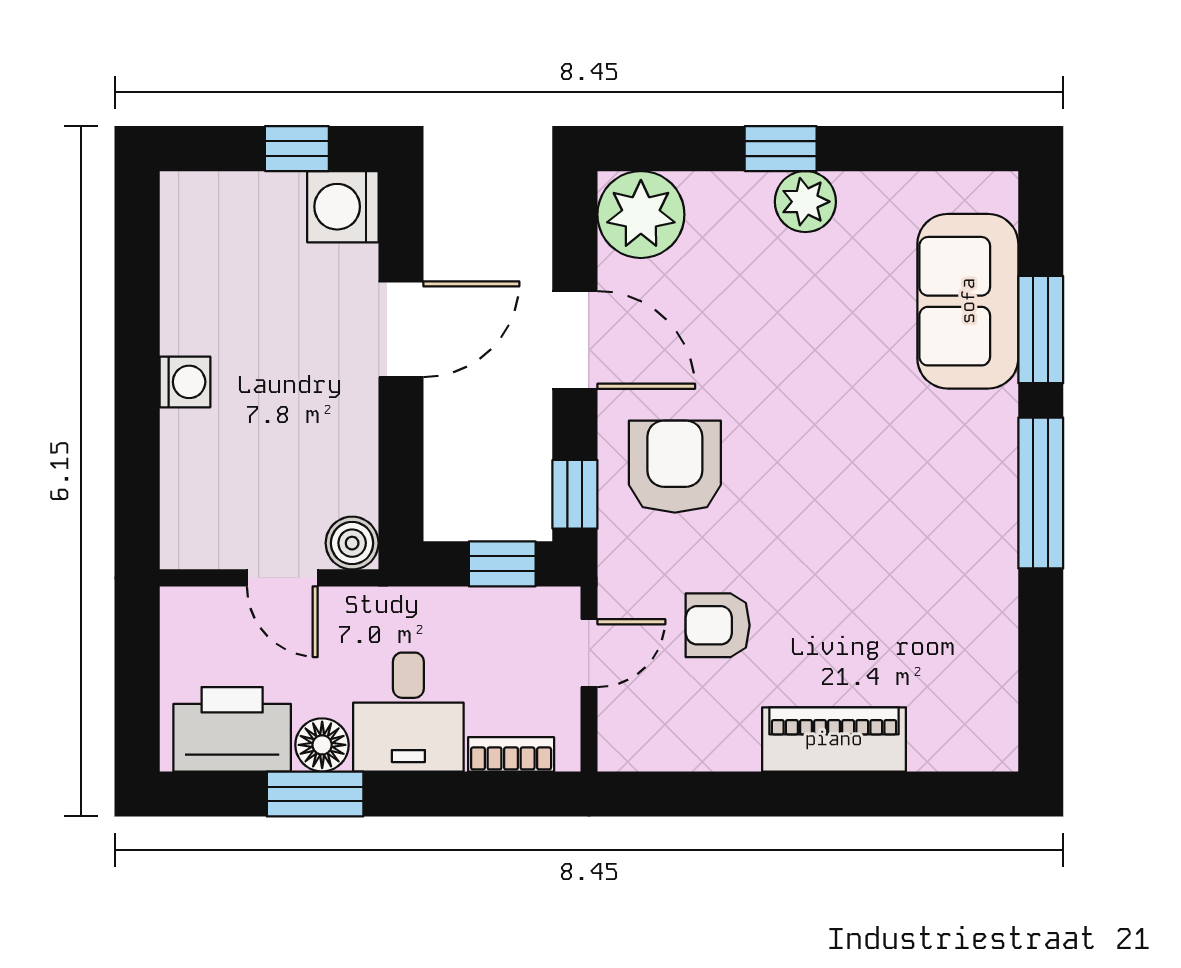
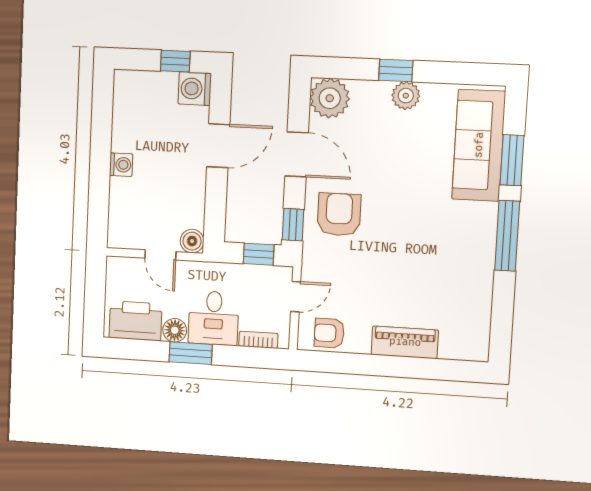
sofa: (968, 301) -> (479, 145), width x1.36
armchair: (718, 625) -> (329, 333), moved
window: (315, 794) -> (191, 353), moved

